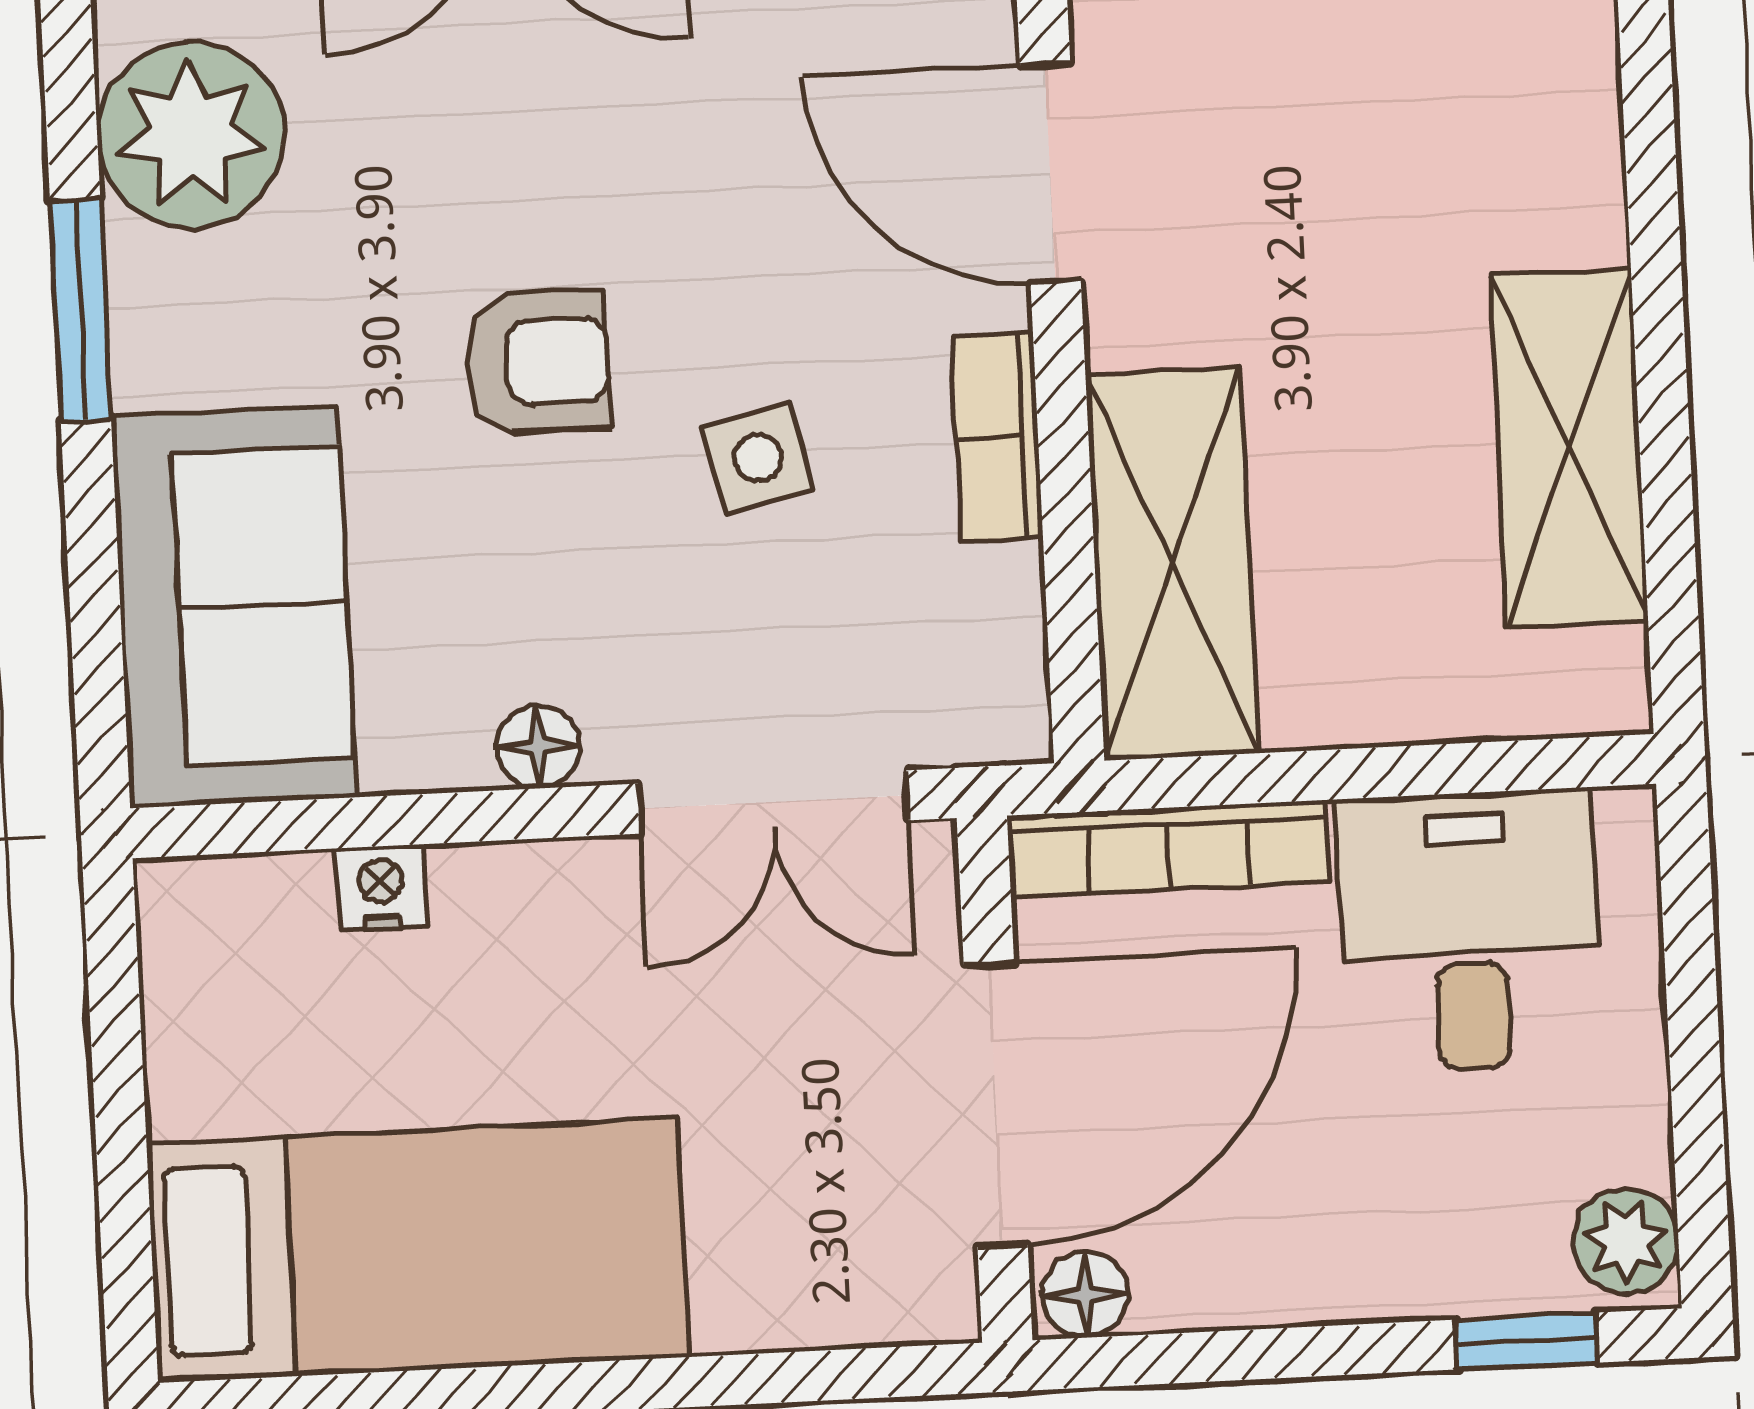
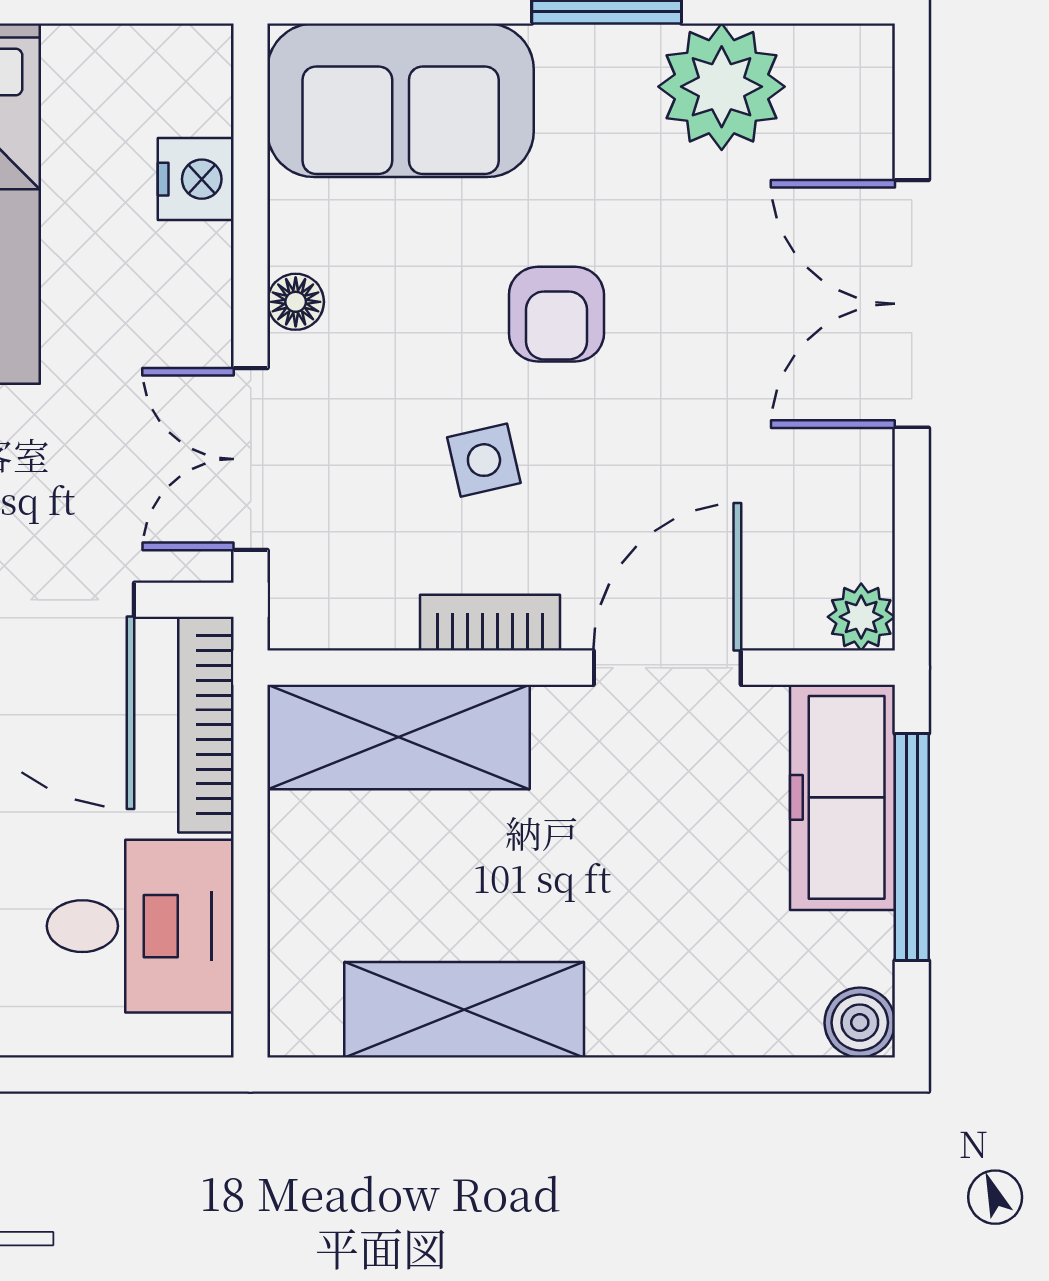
nightstand: (381, 888) -> (196, 179), width x1.39, depth x1.35

